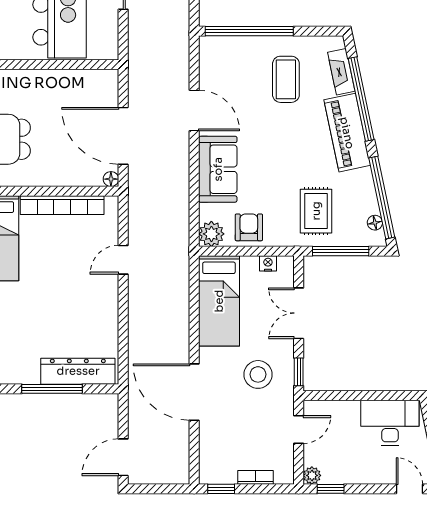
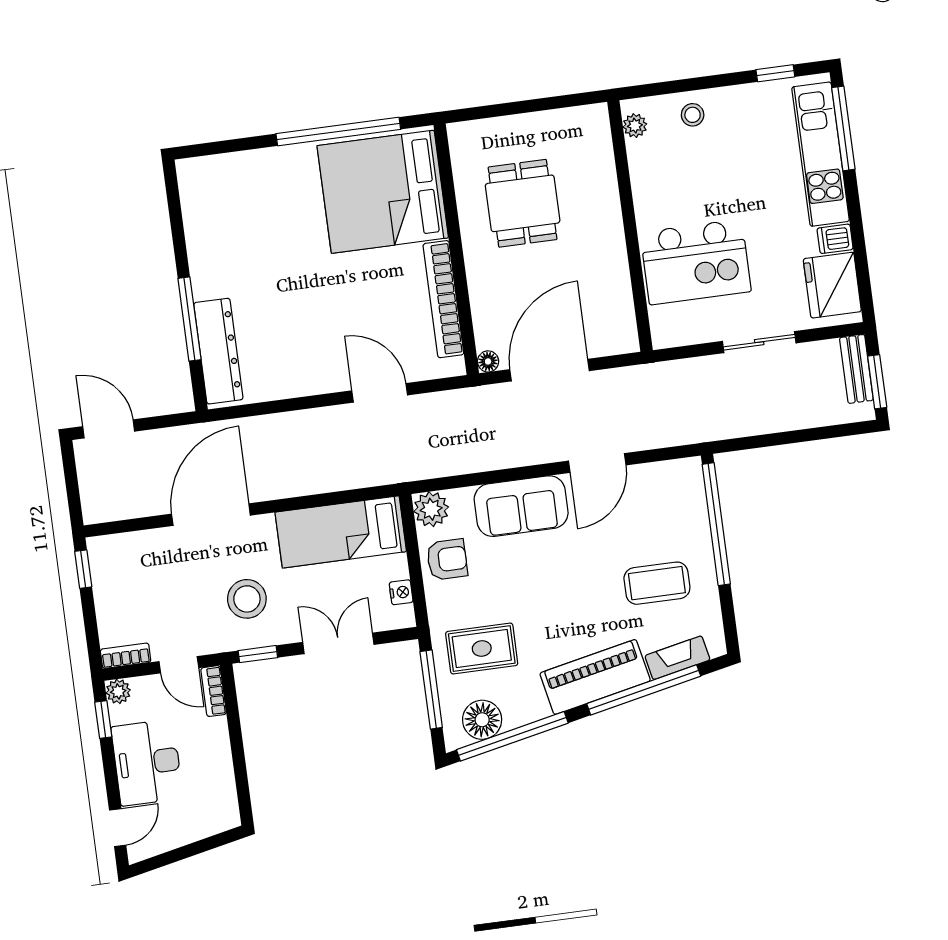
floor lamp: (375, 223) -> (482, 720), width x1.89, depth x1.89
door: (123, 260) -> (380, 393), width x1.38
bookcase: (321, 407) -> (214, 691), added
desk: (390, 423) -> (147, 763), moved, turned 180
bookcase: (255, 477) -> (126, 656), moved, turned -90

